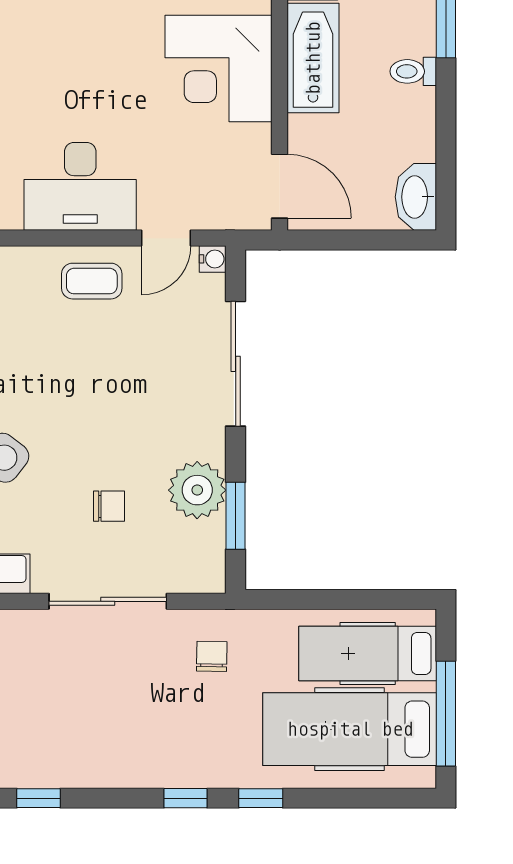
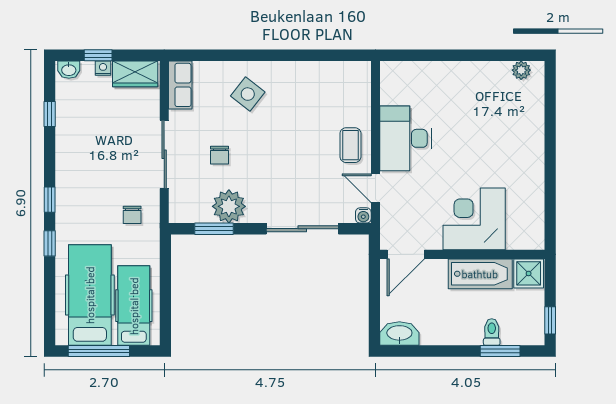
toilet: (413, 71) -> (492, 332), moved
chair: (212, 656) -> (132, 215), turned 89

